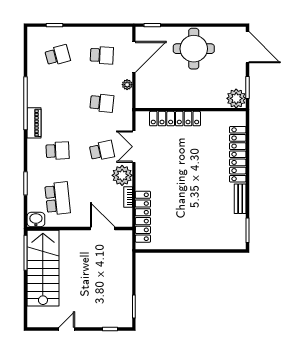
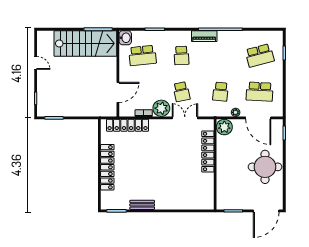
school desk: (58, 55) -> (260, 55), width x1.85
school desk: (102, 55) -> (260, 92), width x1.85
plant: (236, 98) -> (224, 127), moved
locker: (238, 154) -> (107, 167), moved, turned 90

